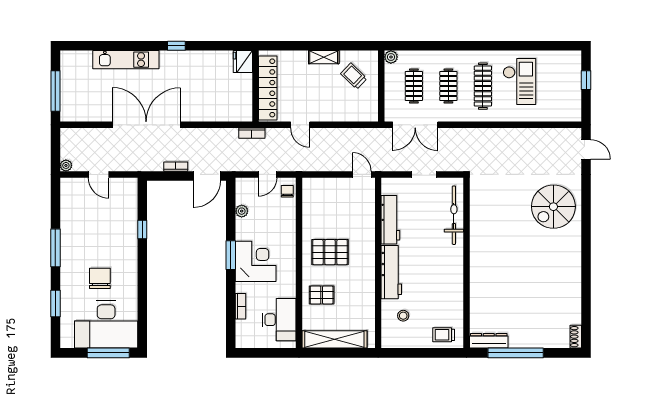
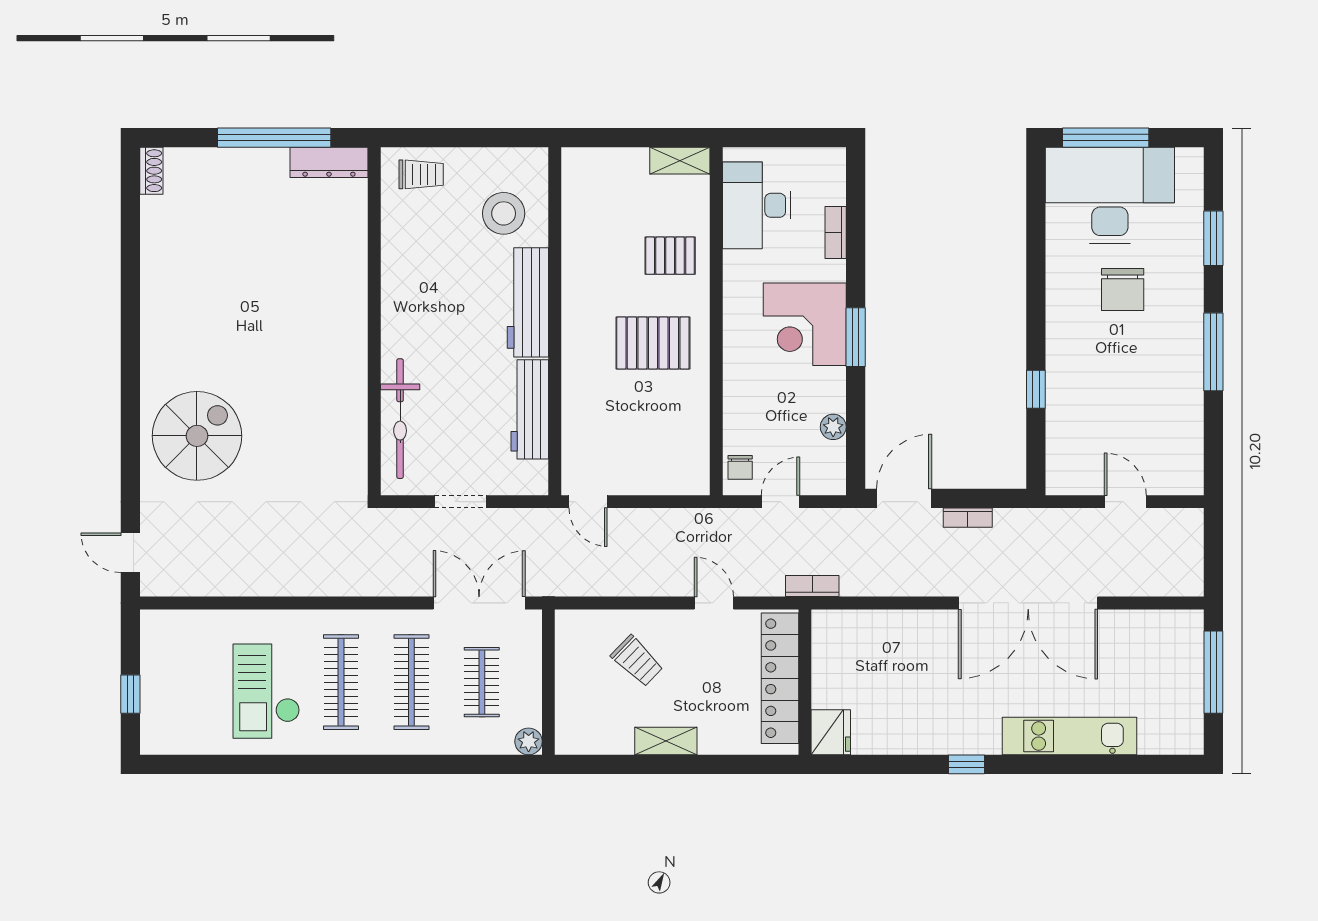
trolley: (354, 76) -> (637, 661), moved
clothes rail: (448, 86) -> (411, 682), width x1.36
plant: (66, 165) -> (1192, 520), removed
stool: (403, 316) -> (504, 213), width x1.89, depth x1.89
shelving: (334, 339) -> (680, 161), width x0.45, depth x0.75

